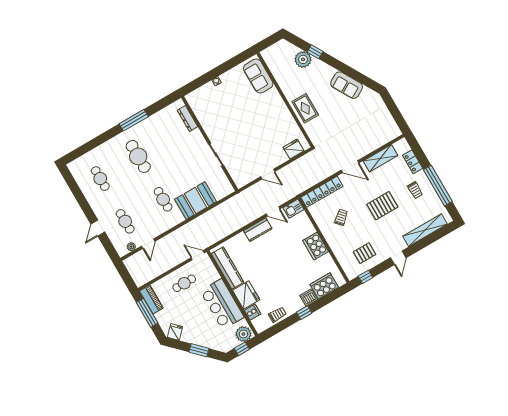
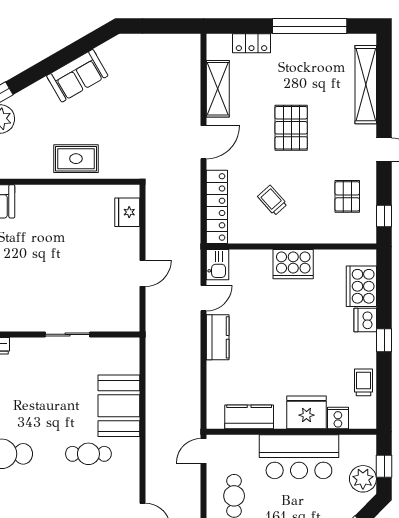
trolley: (415, 190) -> (296, 64), removed
kitchen counter: (228, 268) -> (249, 417), width x0.67
plant: (243, 334) -> (363, 479), moved

